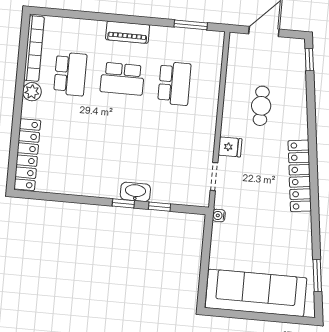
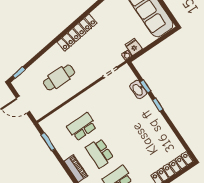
school desk: (122, 79) -> (100, 153), turned 180
cafe table: (261, 106) -> (59, 78), width x1.37, depth x1.35
fridge: (230, 147) -> (134, 47), moved
washbasin: (135, 192) -> (138, 89), moved

